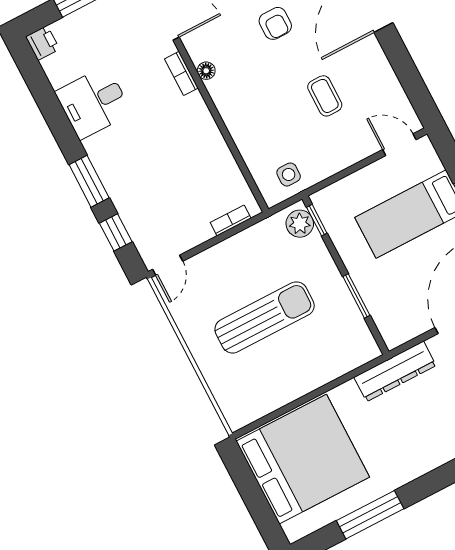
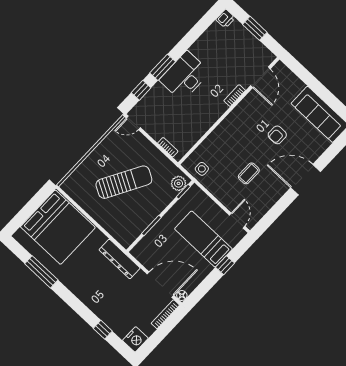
floor lamp: (206, 71) -> (241, 108), removed
desk: (93, 102) -> (185, 76), moved, width x1.37
sun lounger: (265, 317) -> (124, 182), turned -61

